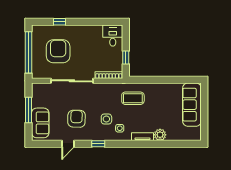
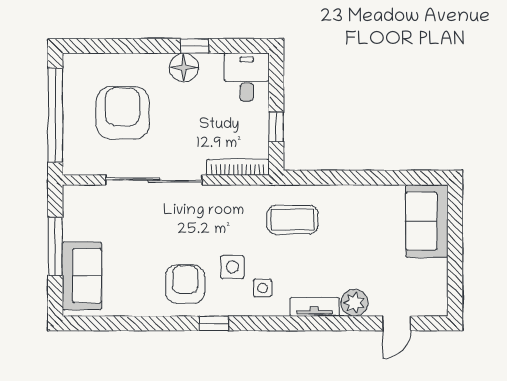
window: (59, 22) -> (195, 46), moved
floor lamp: (85, 31) -> (184, 67), added
sofa: (192, 105) -> (427, 221), width x0.73
armchair: (76, 119) -> (185, 284), moved
door: (68, 144) -> (397, 323), moved

